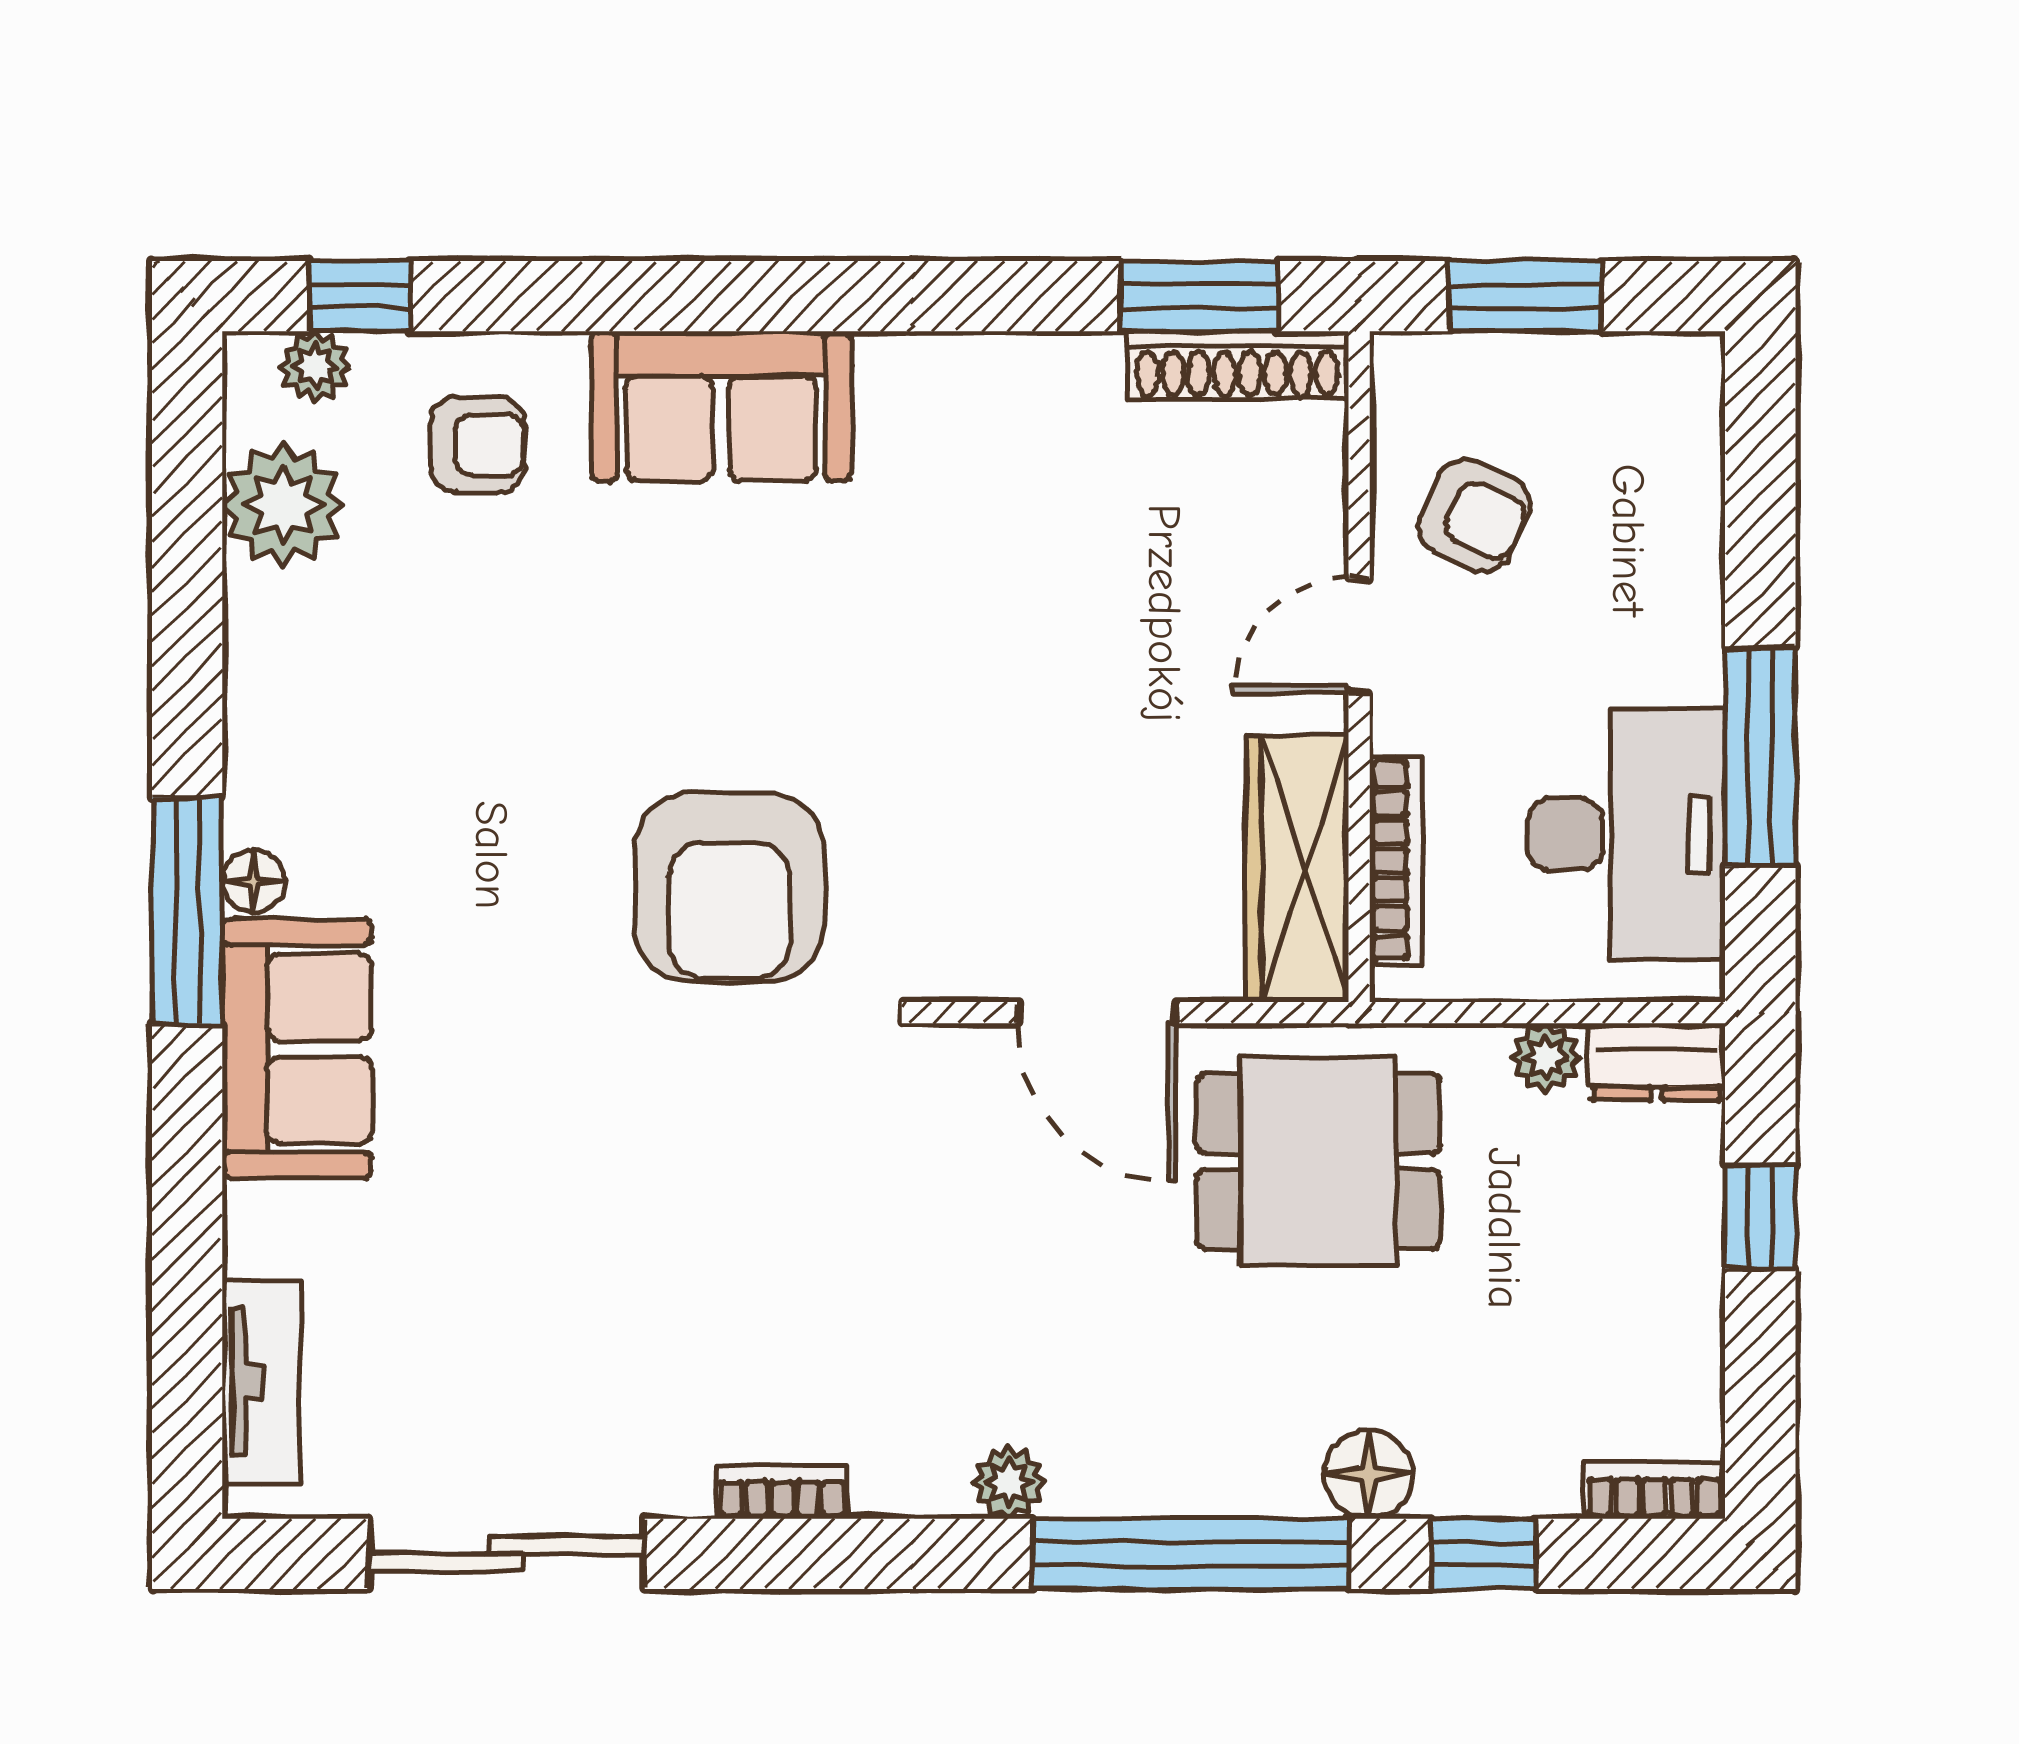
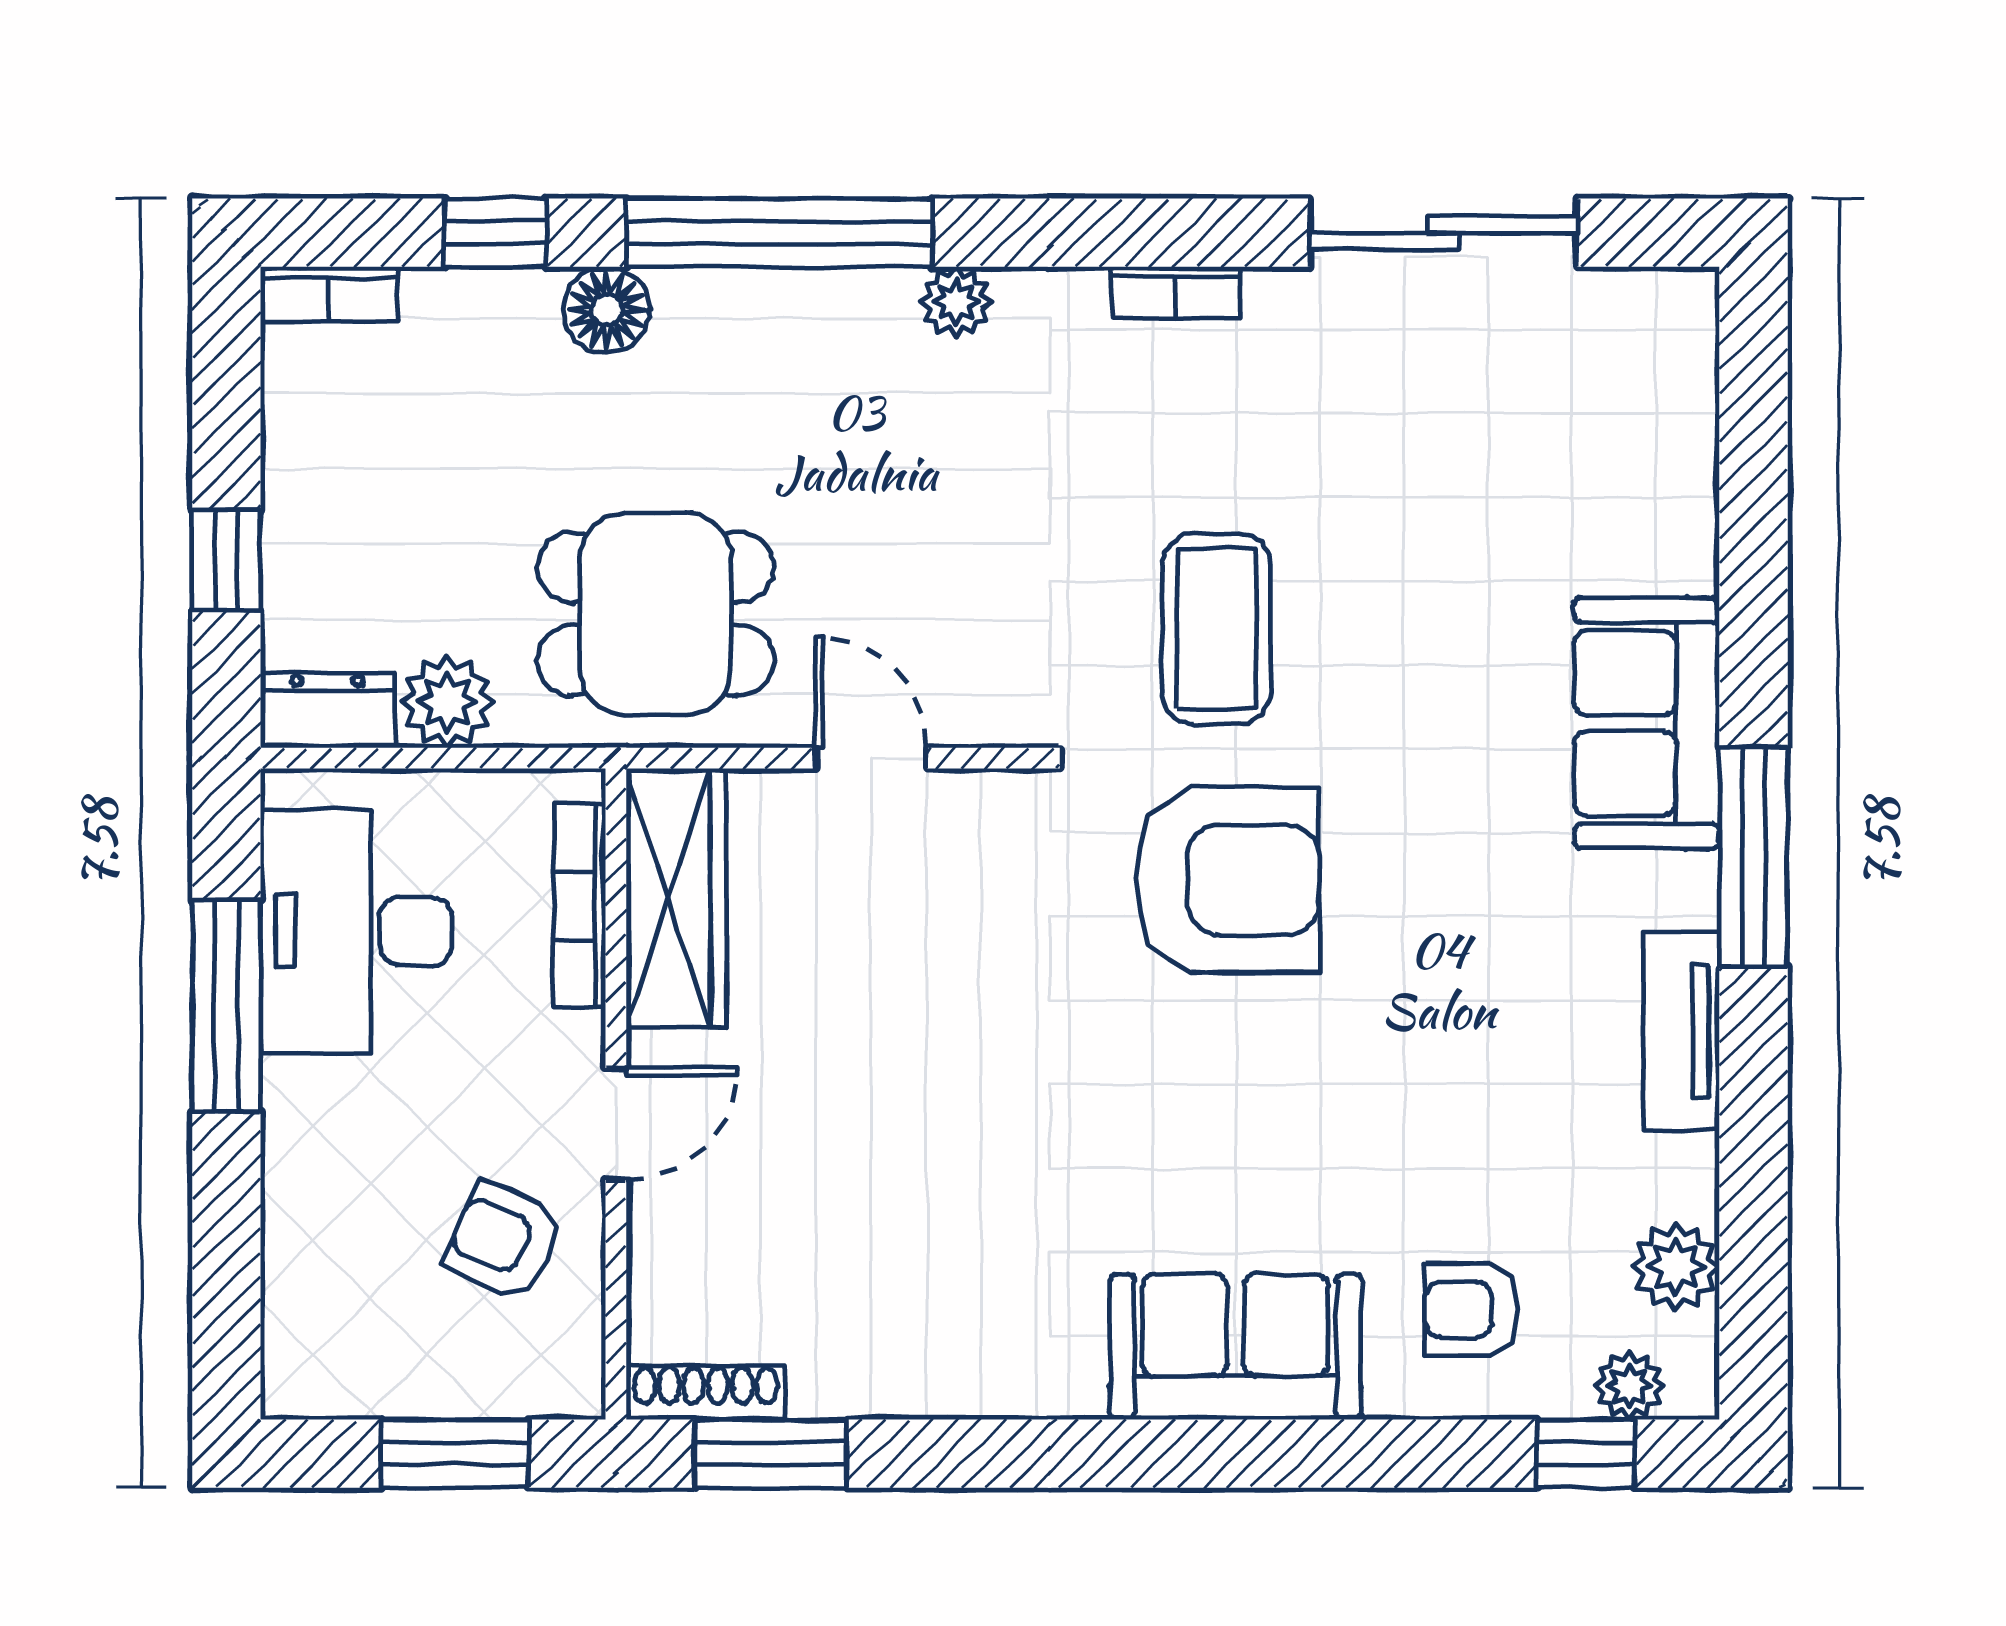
shoe rack: (1237, 366) -> (706, 1393), width x0.74, depth x0.81
plant: (284, 505) -> (1676, 1267), width x0.73, depth x0.73
floor lamp: (253, 881) -> (1689, 886), removed
armchair: (729, 887) -> (1227, 880), turned 90
door: (1096, 1013) -> (871, 758), width x0.73
plant: (1546, 1058) -> (447, 702), width x1.38, depth x1.38
coffee table: (740, 1146) -> (1216, 629), added
tv unit: (261, 1382) -> (1682, 1031), moved

